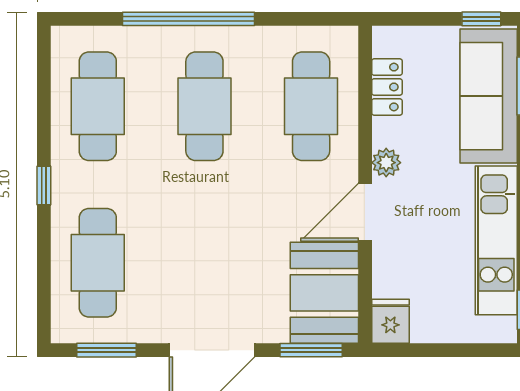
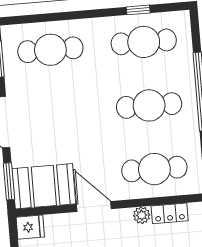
plant: (386, 163) -> (142, 215), moved
window: (44, 185) -> (138, 10), moved

